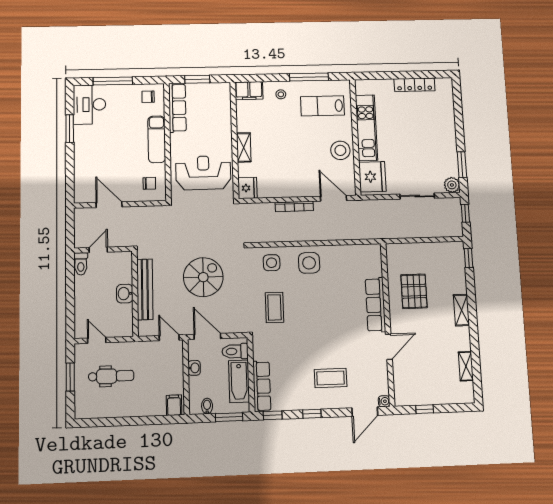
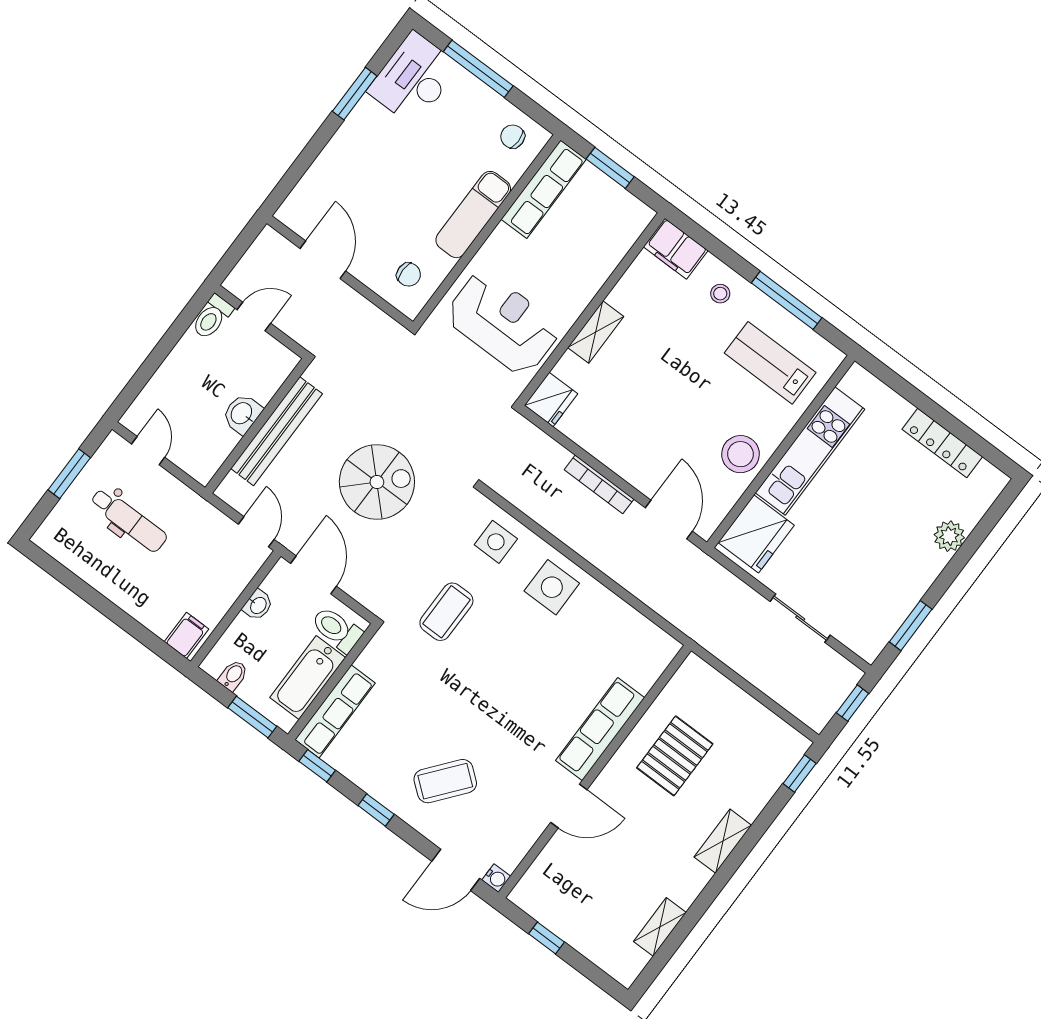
plant: (452, 185) -> (949, 536), moved
coffee table: (331, 378) -> (445, 781), turned -51

